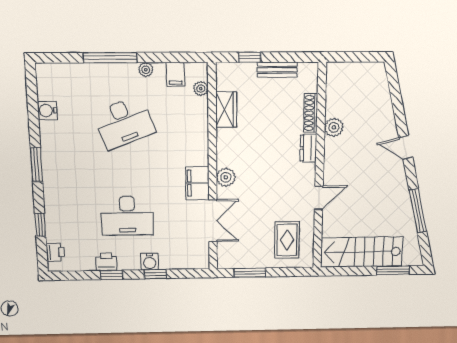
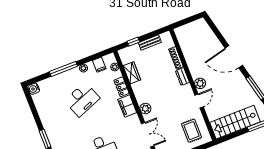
water cooler: (47, 111) -> (34, 89), moved
locker: (200, 126) -> (122, 87), added
plant: (334, 127) -> (200, 83), moved
door: (406, 148) -> (234, 57), width x1.87
filing cabinet: (197, 183) -> (127, 106), moved

